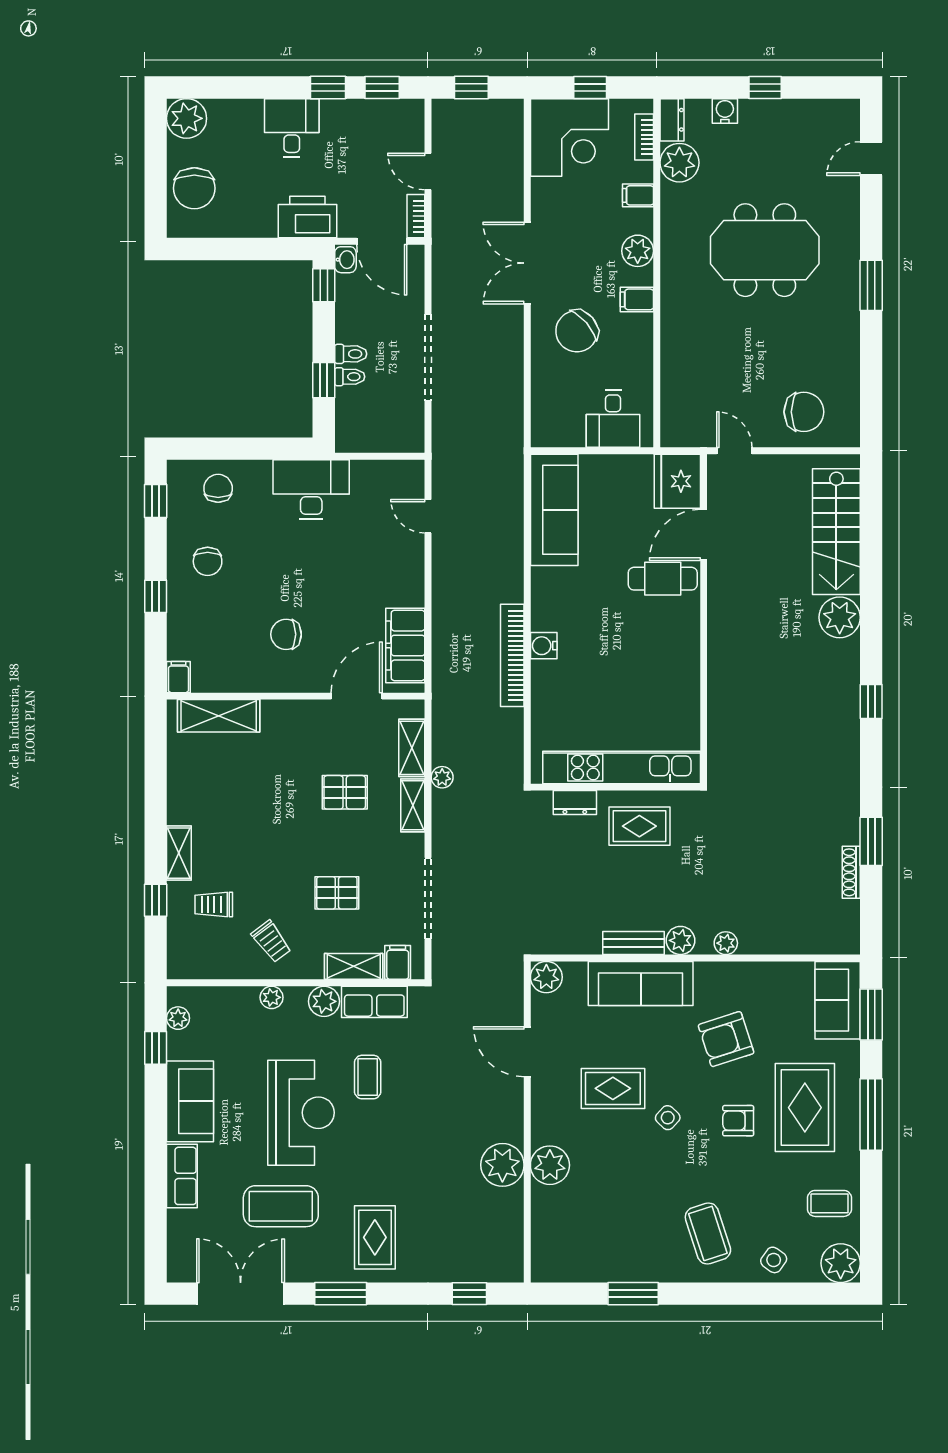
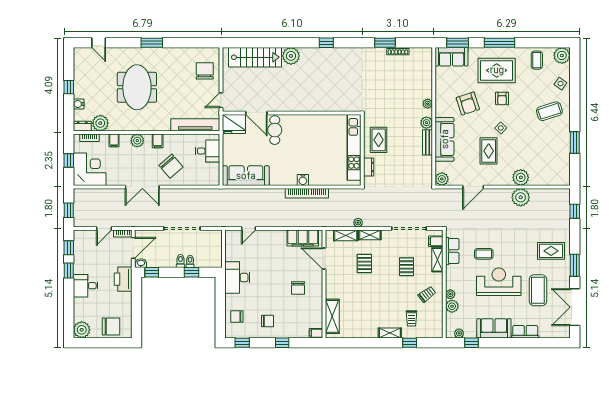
tv unit: (675, 389) -> (195, 125), added
plant: (324, 1001) -> (452, 306), moved

